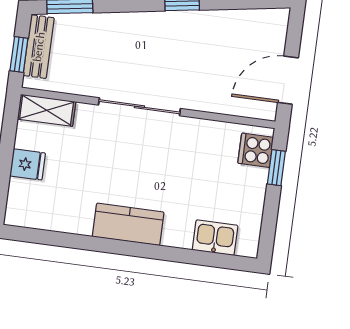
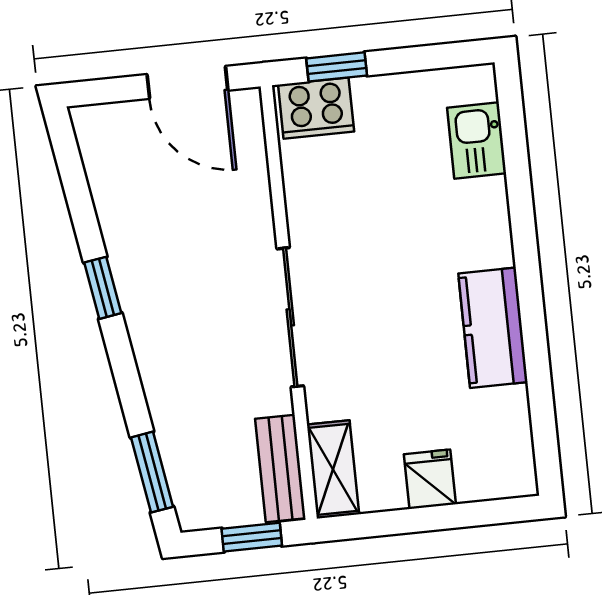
bench: (39, 47) -> (280, 469), moved, turned 90
cooker: (256, 150) -> (316, 108), width x1.36
kitchen counter: (128, 224) -> (493, 328), moved

